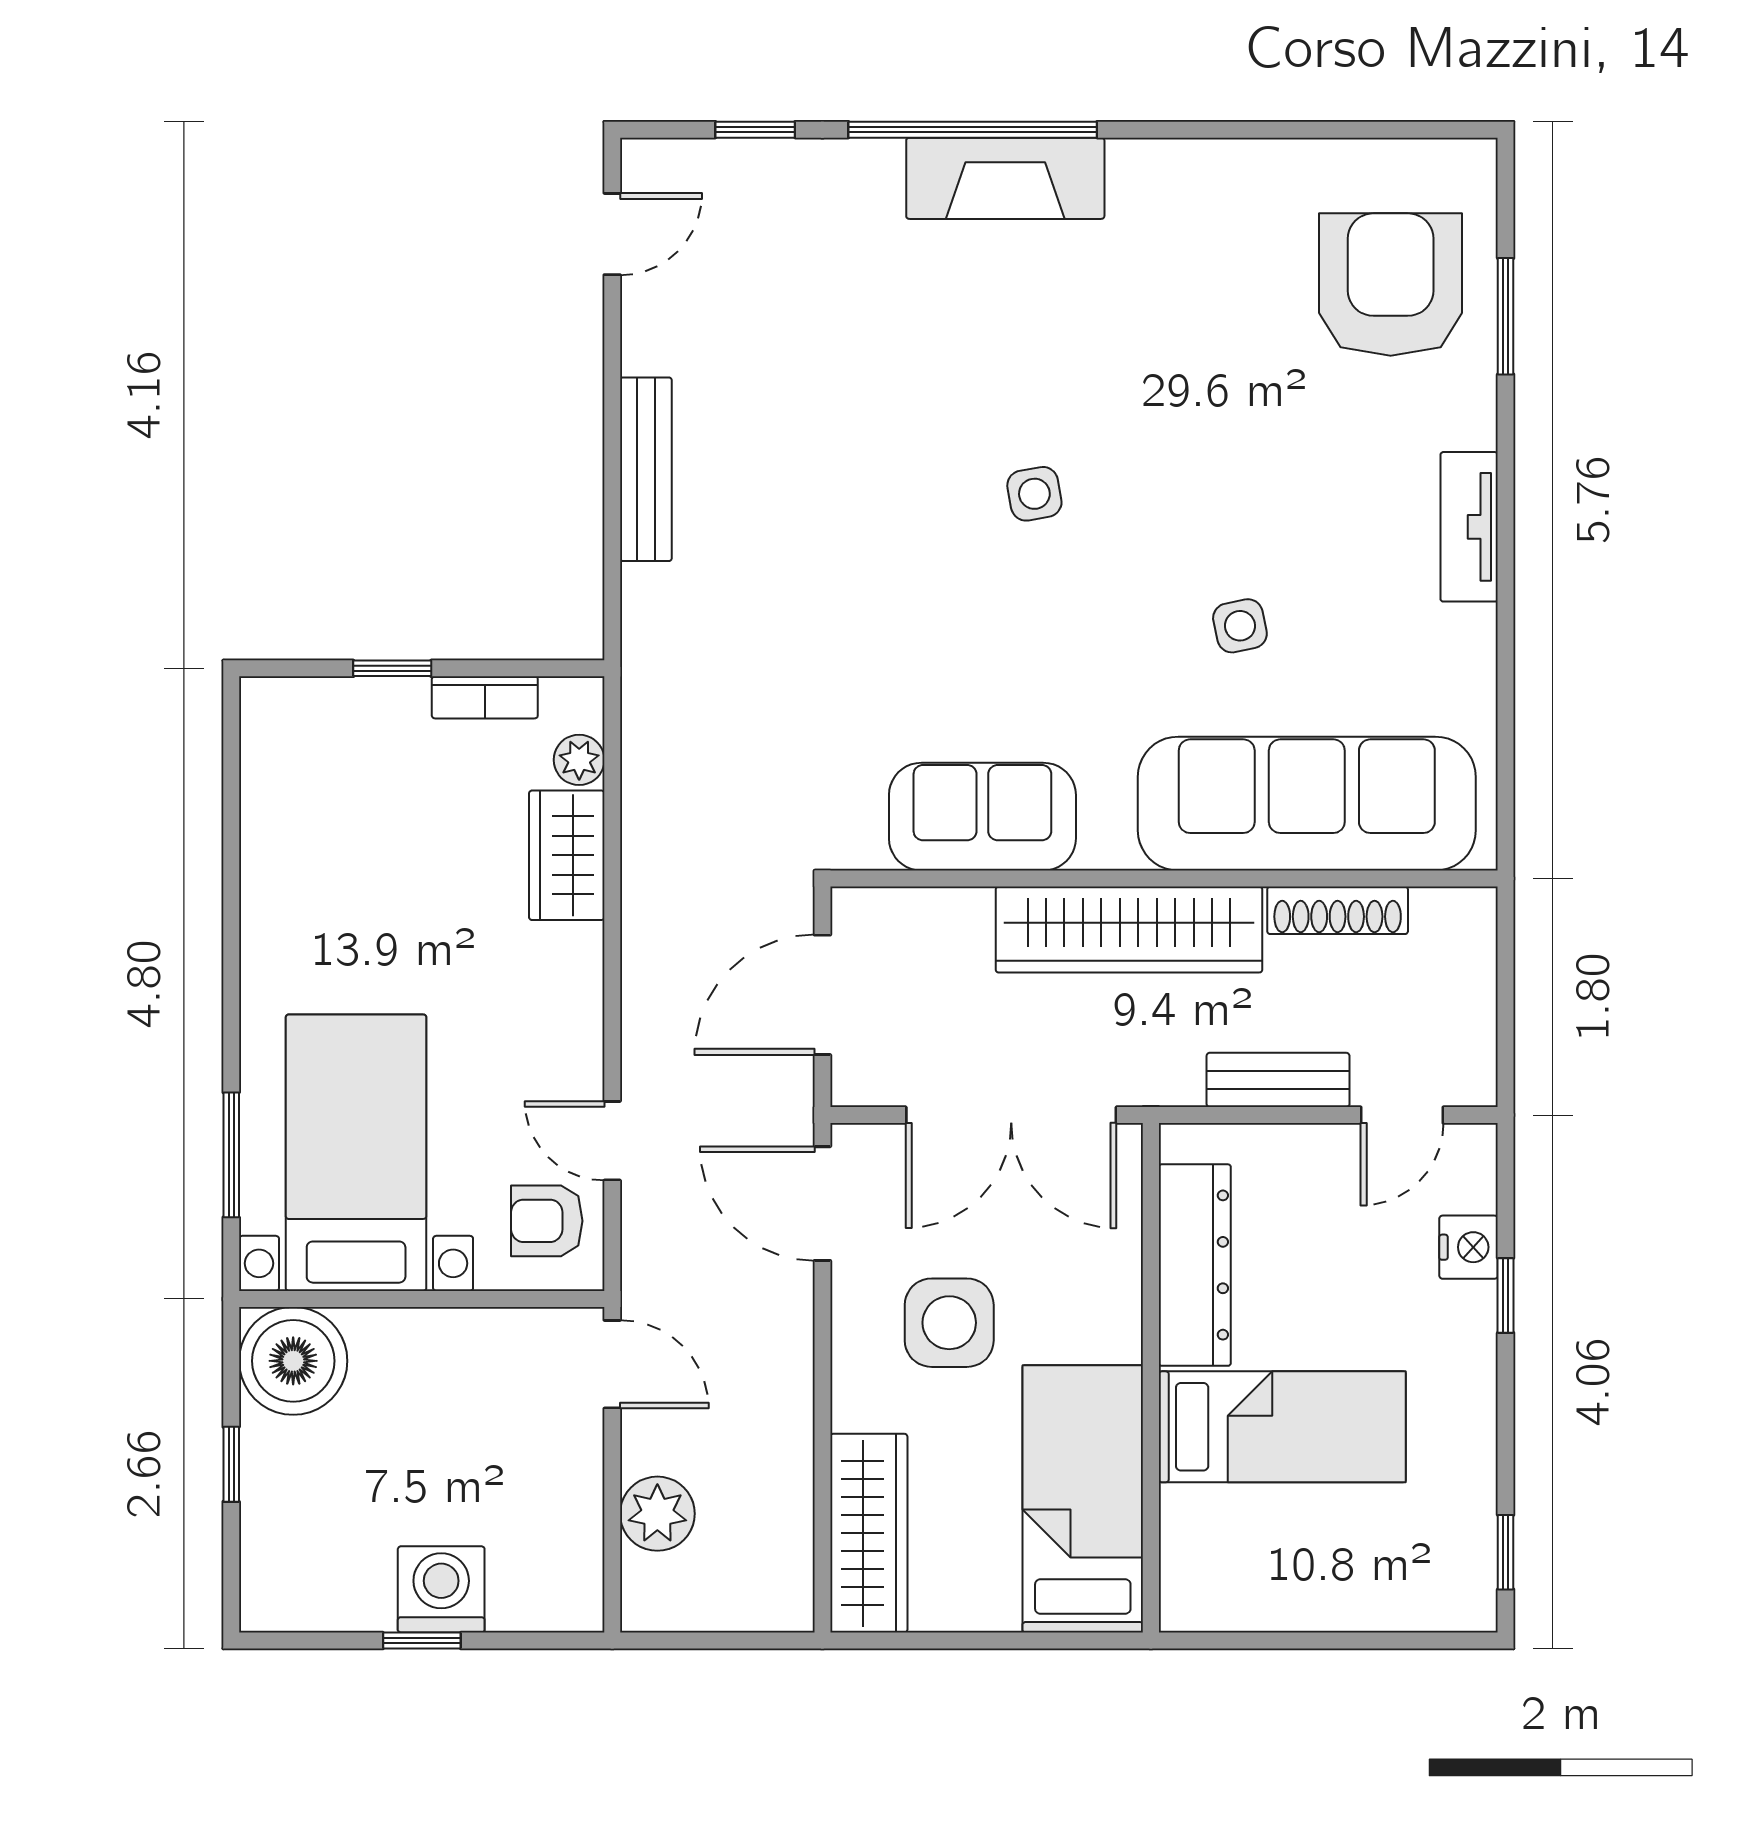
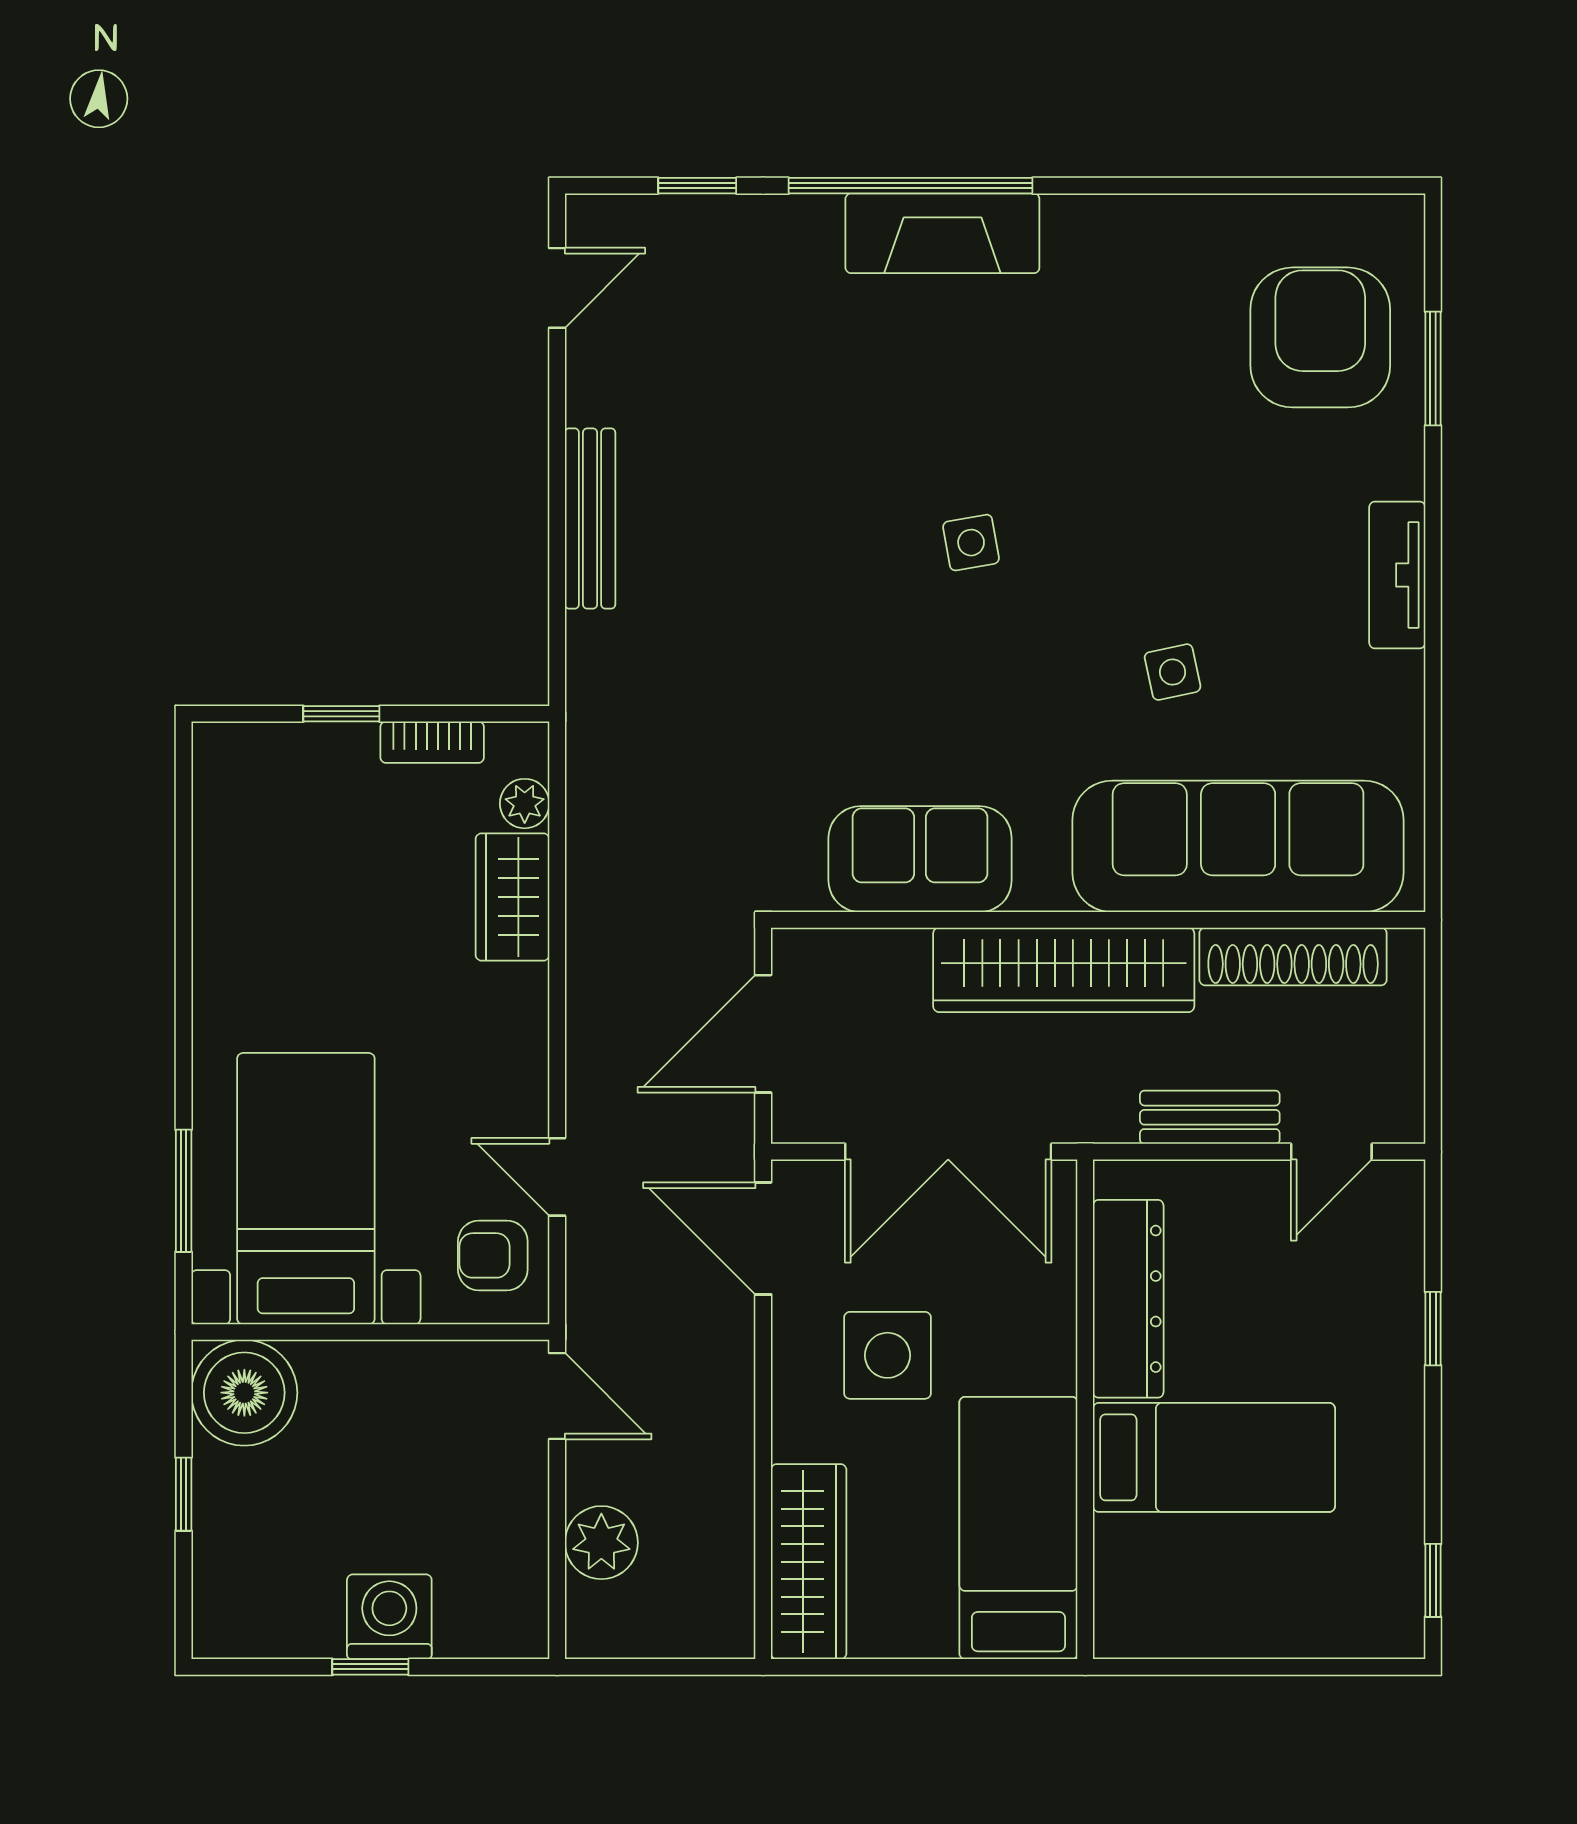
shoe rack: (1338, 910) -> (1293, 956), width x1.36, depth x1.24
nightstand: (1469, 1247) -> (1397, 1281), removed

